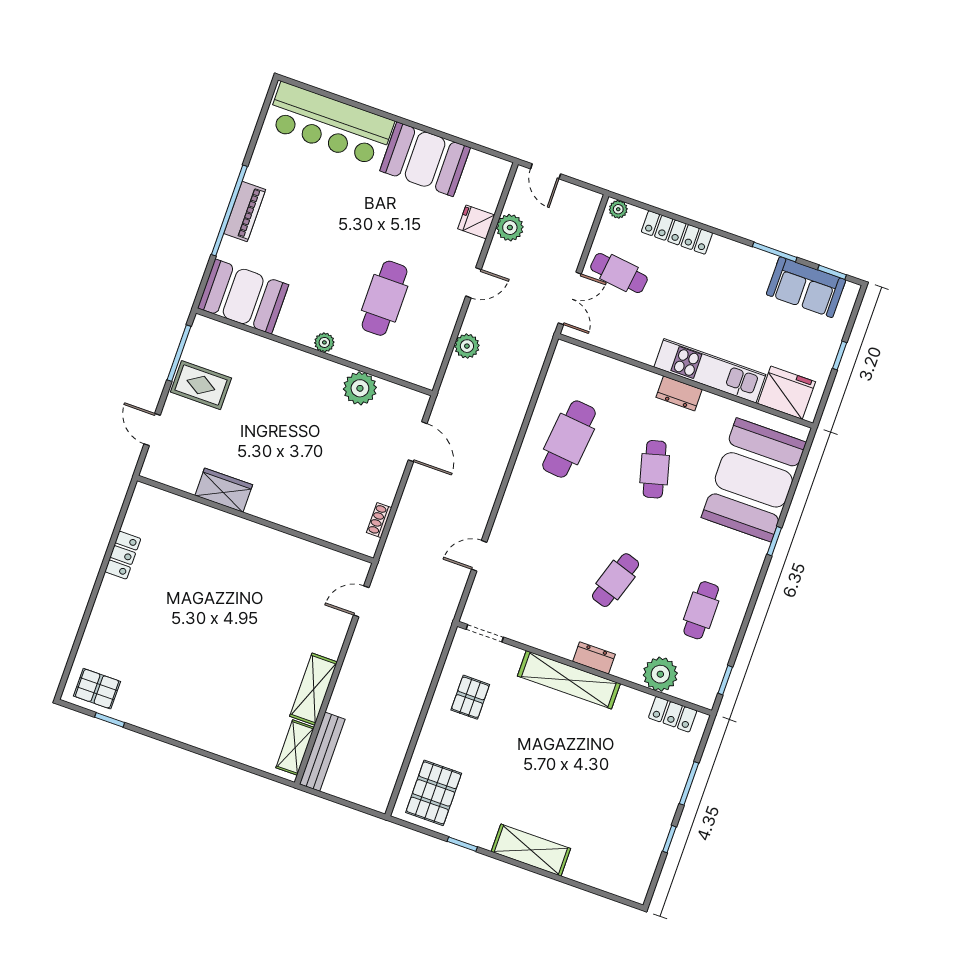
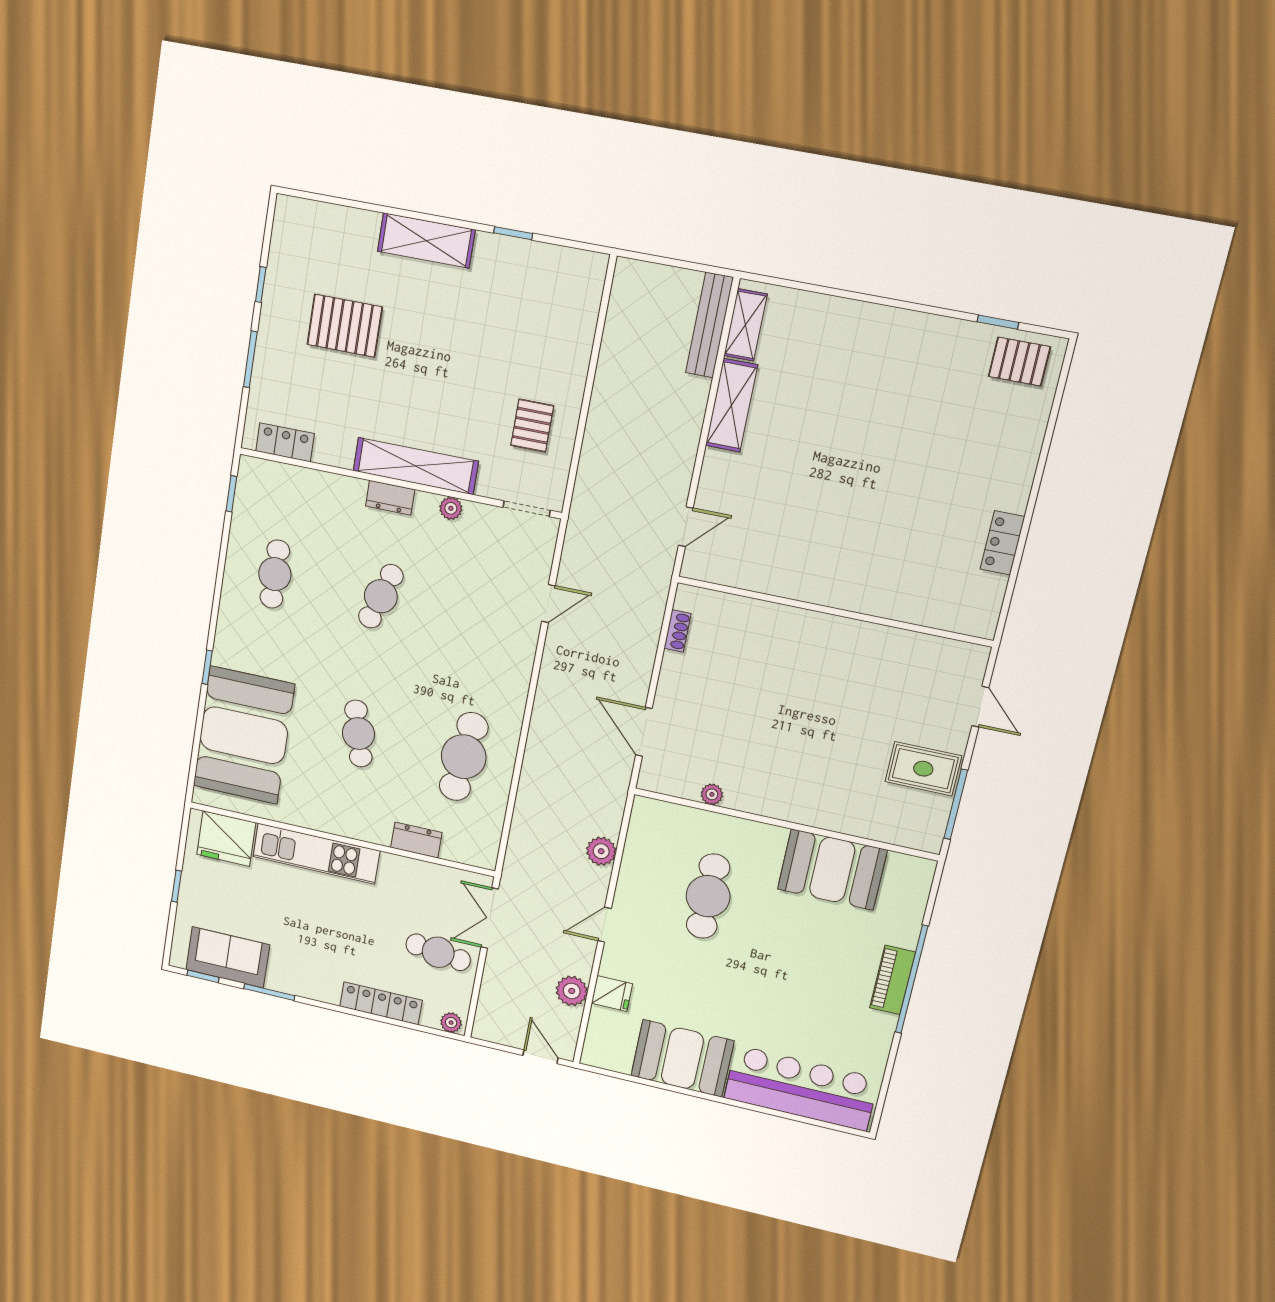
booth: (243, 296) -> (832, 870), moved
plant: (324, 342) -> (774, 837), removed
plant: (360, 388) -> (712, 794), width x0.53, depth x0.53
dresser: (679, 393) -> (416, 840), moved
wardrobe: (224, 490) -> (879, 643), removed
plant: (660, 674) -> (451, 508), moved, width x0.53, depth x0.53
pallet: (434, 793) -> (345, 326), moved, turned 90

